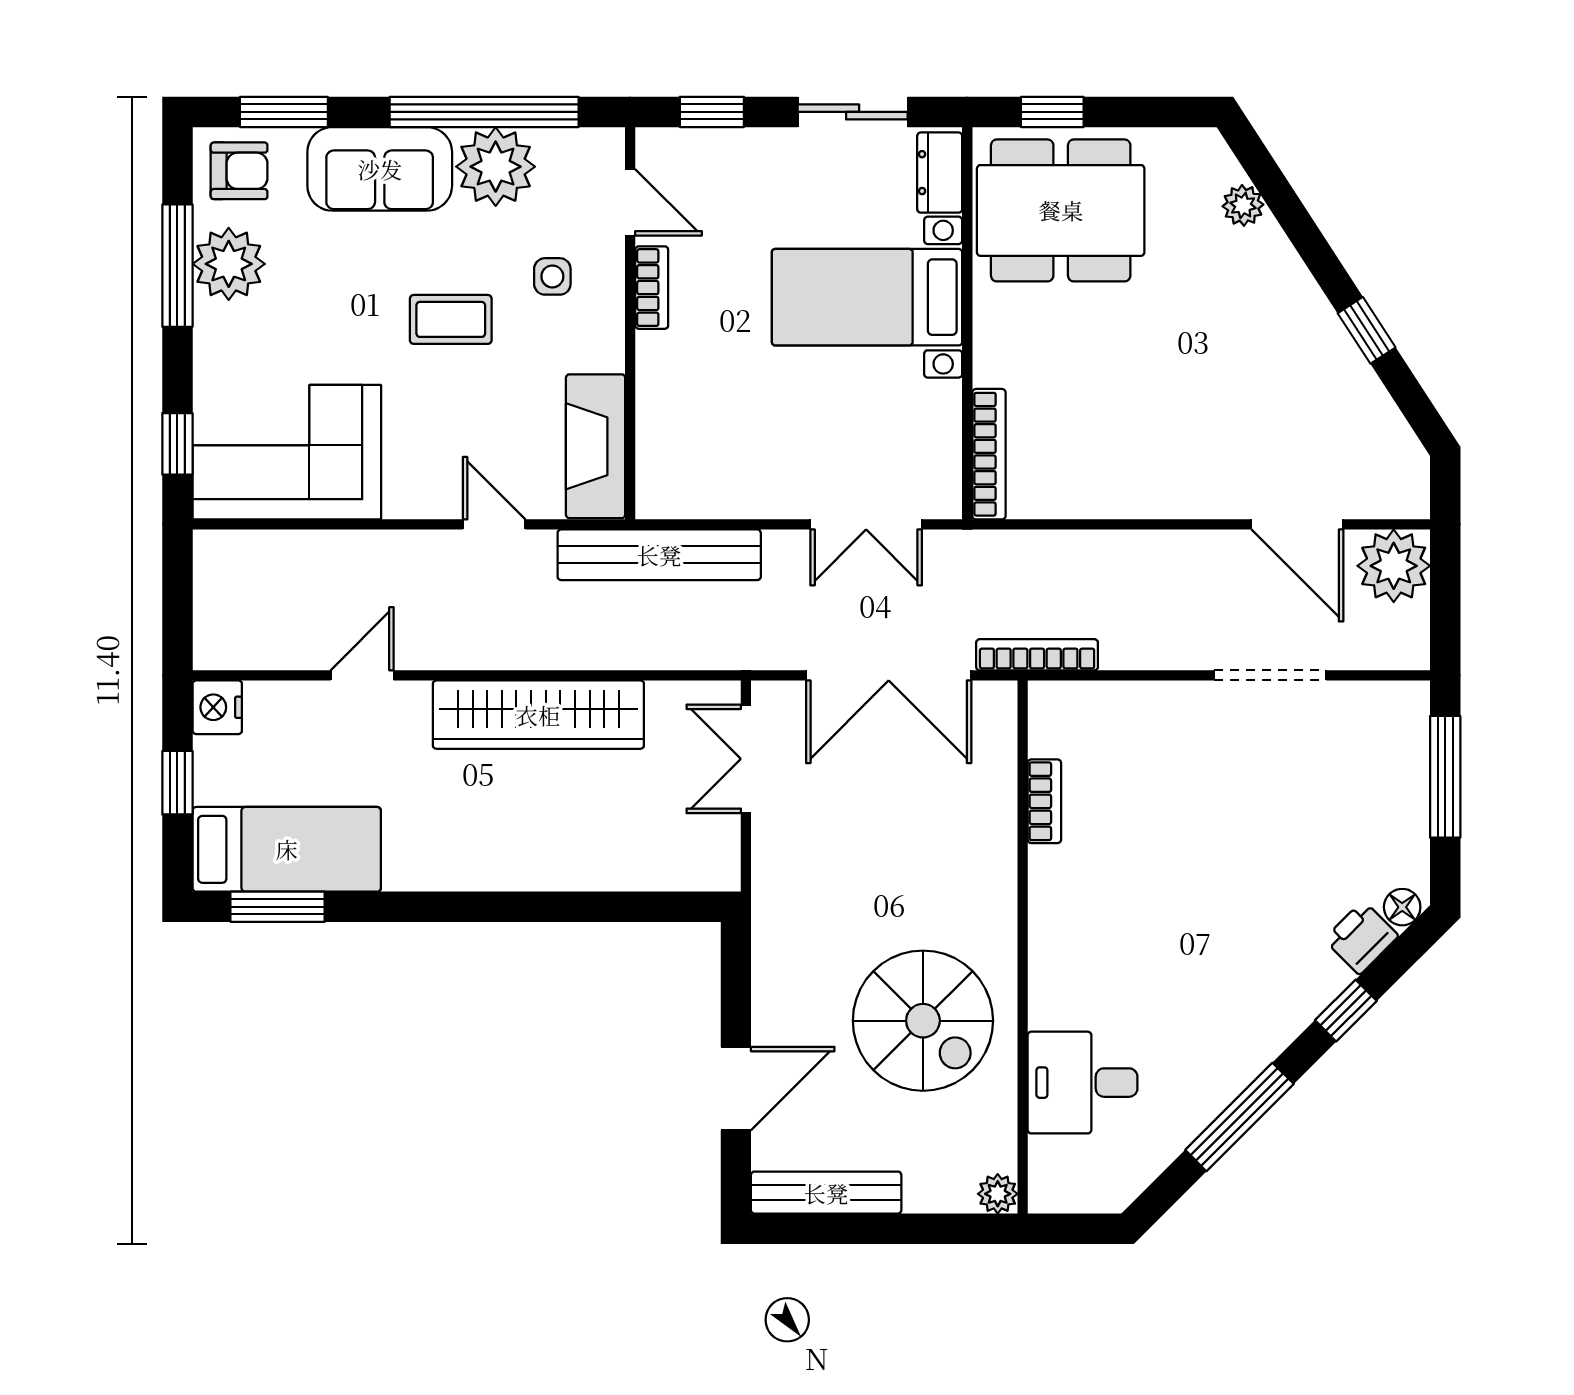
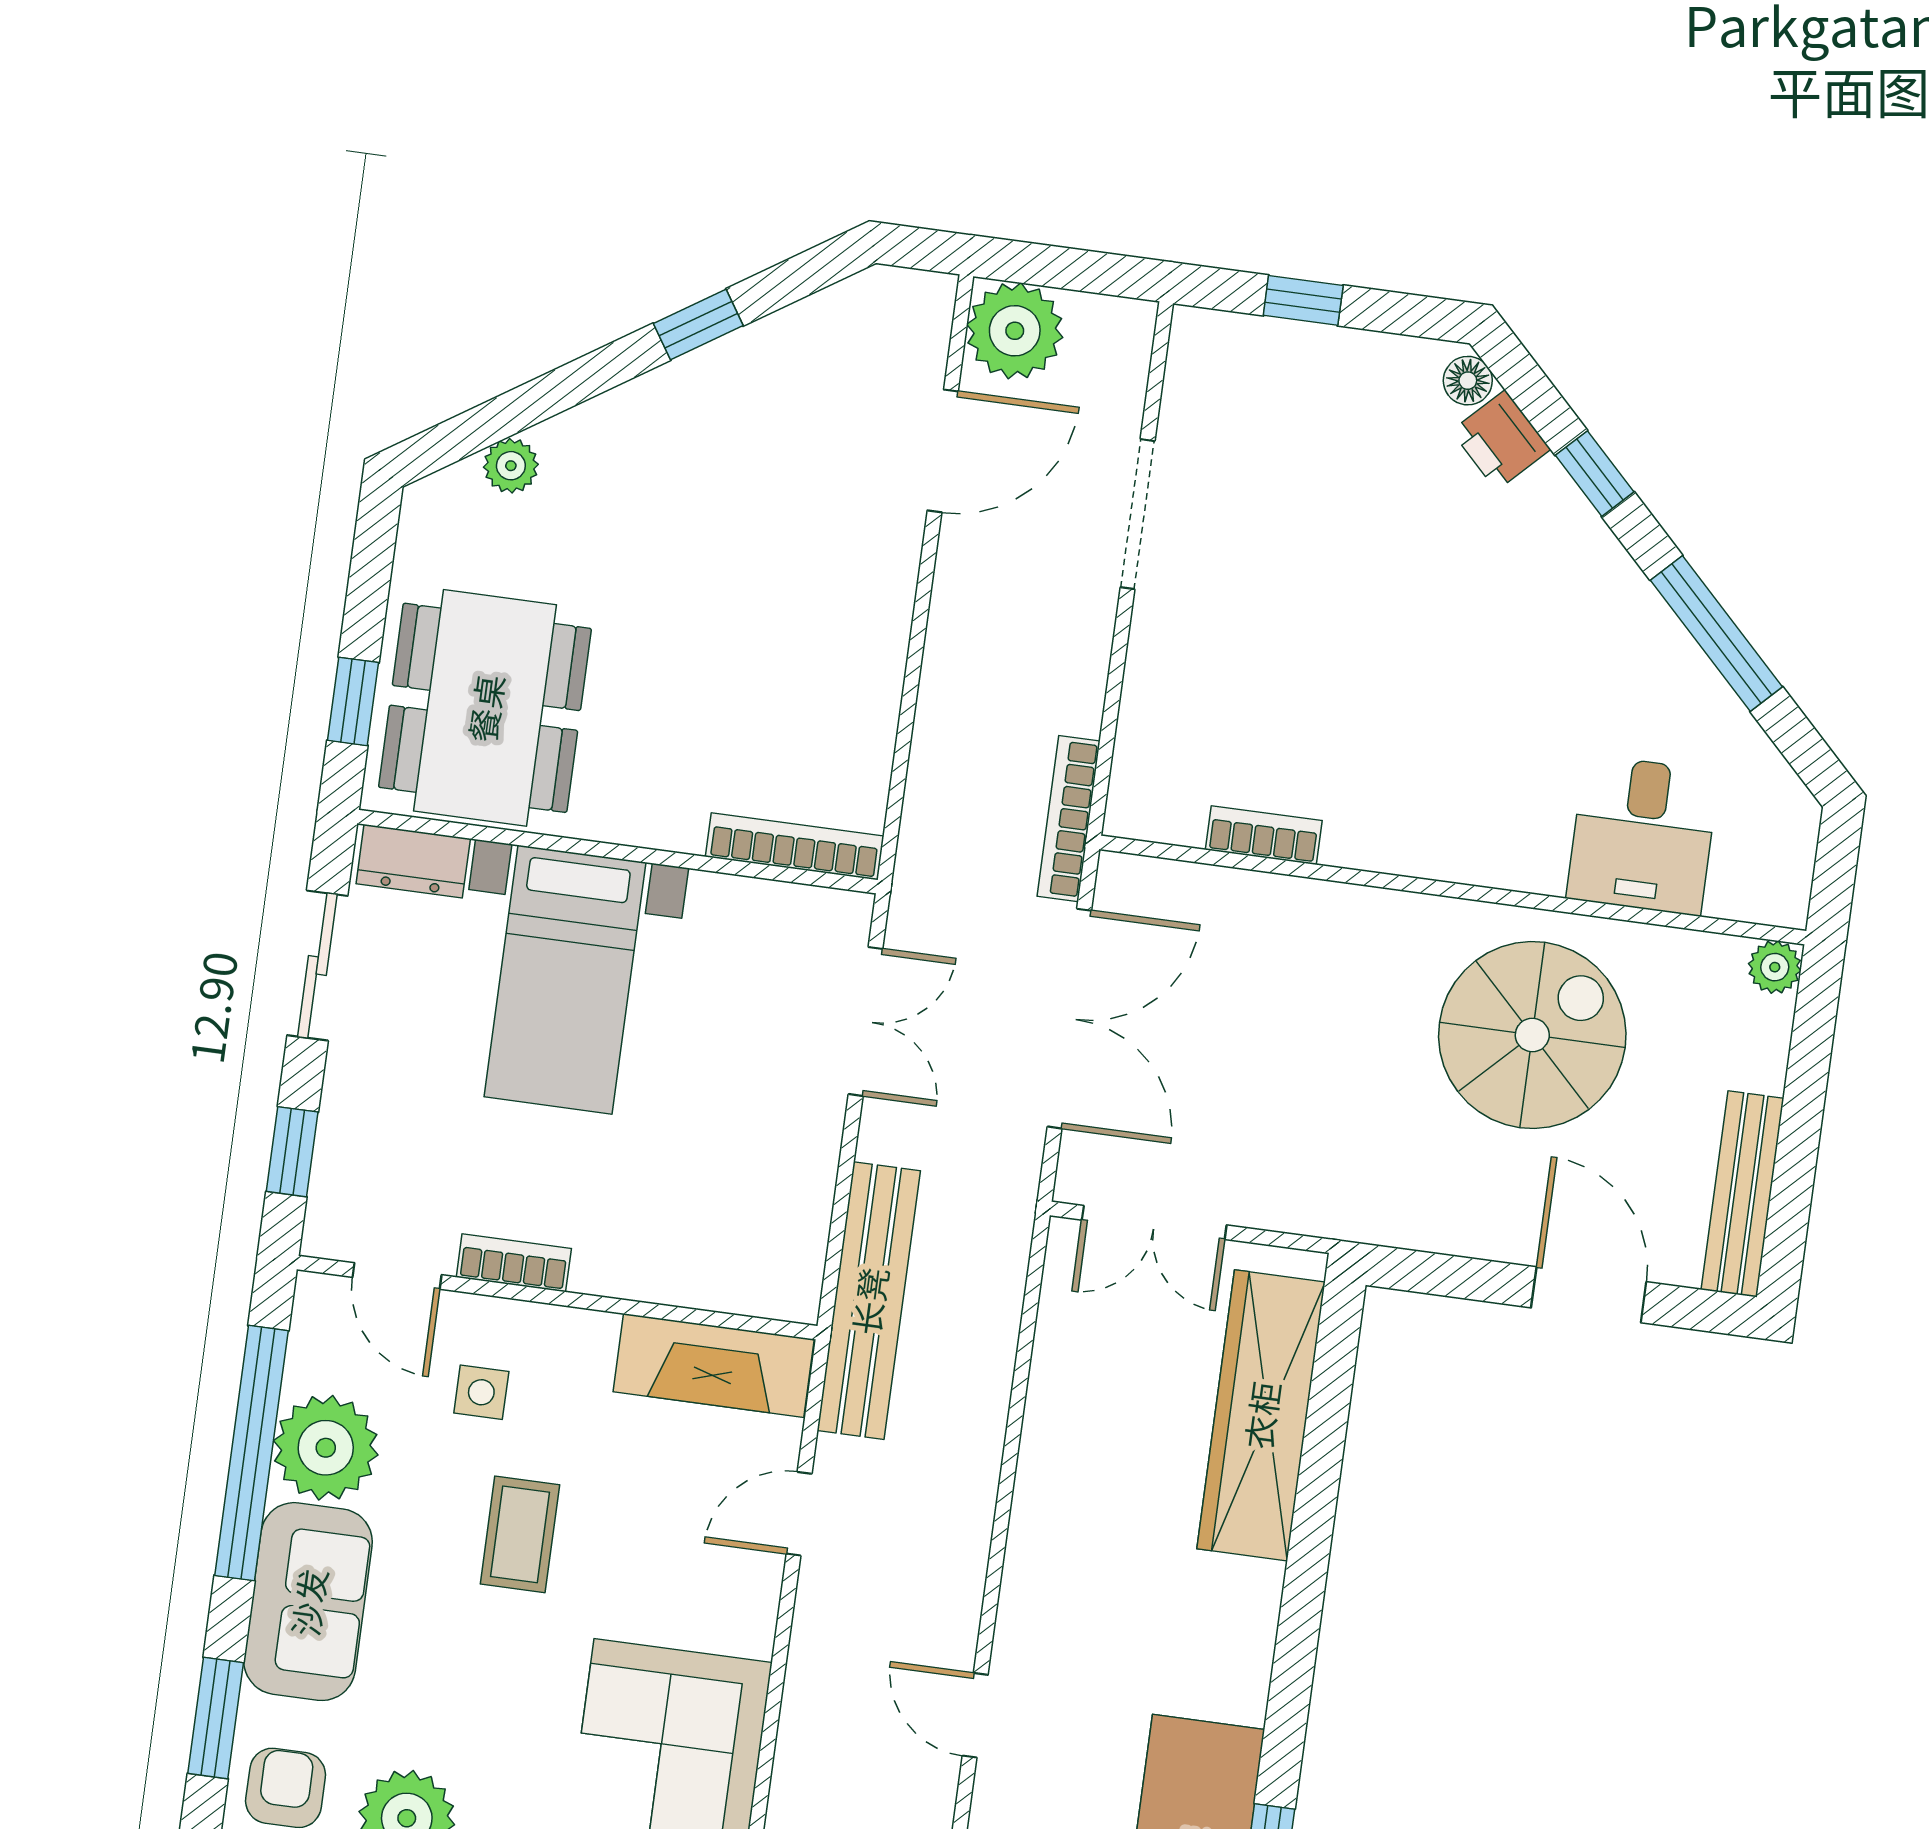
door: (630, 202) -> (397, 1276), swing flipped
wardrobe: (538, 715) -> (1261, 1415), moved, turned 180
window: (1445, 777) -> (1303, 300), width x0.46

